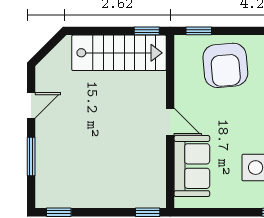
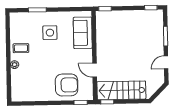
armchair: (225, 65) -> (67, 85), turned 95
door: (170, 122) -> (95, 70), moved

